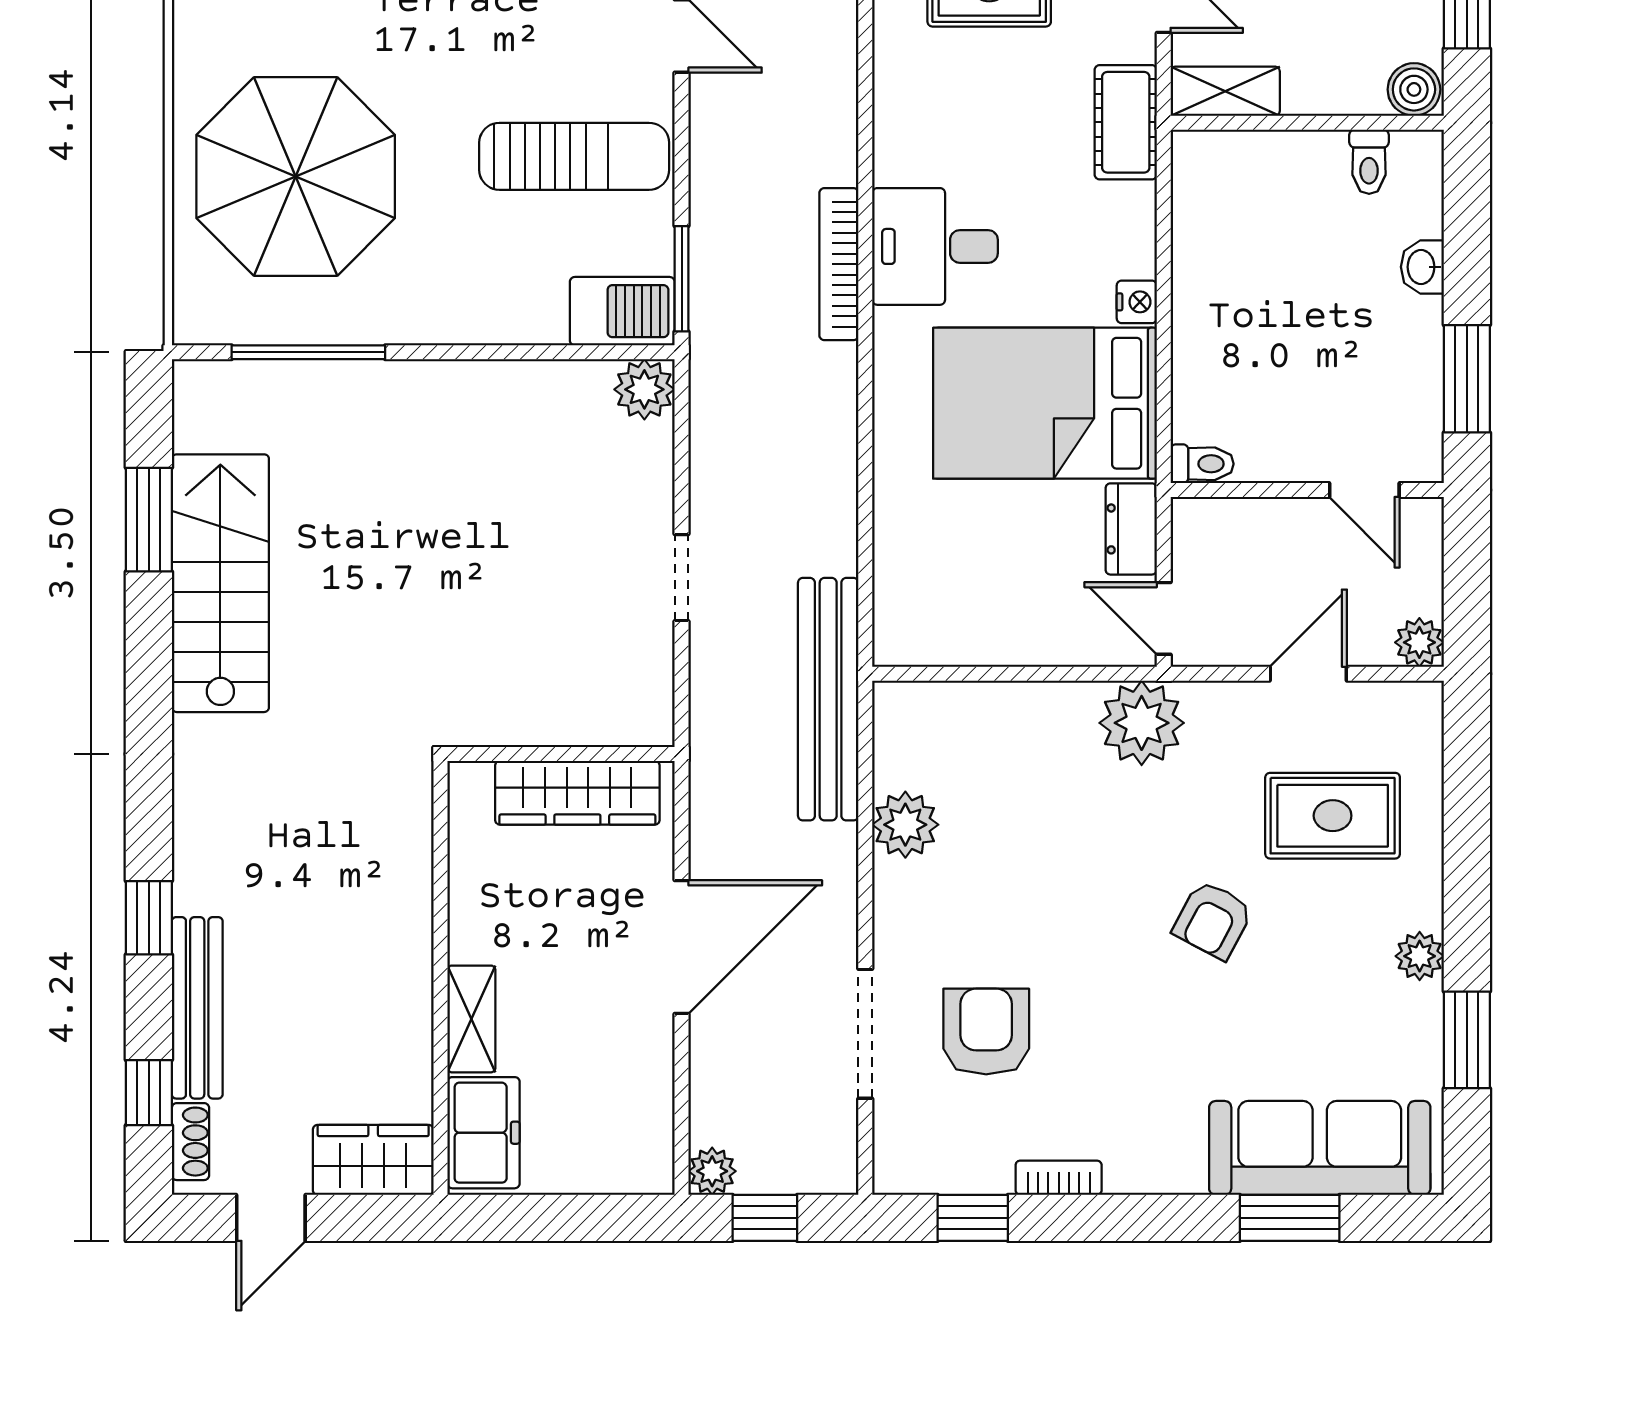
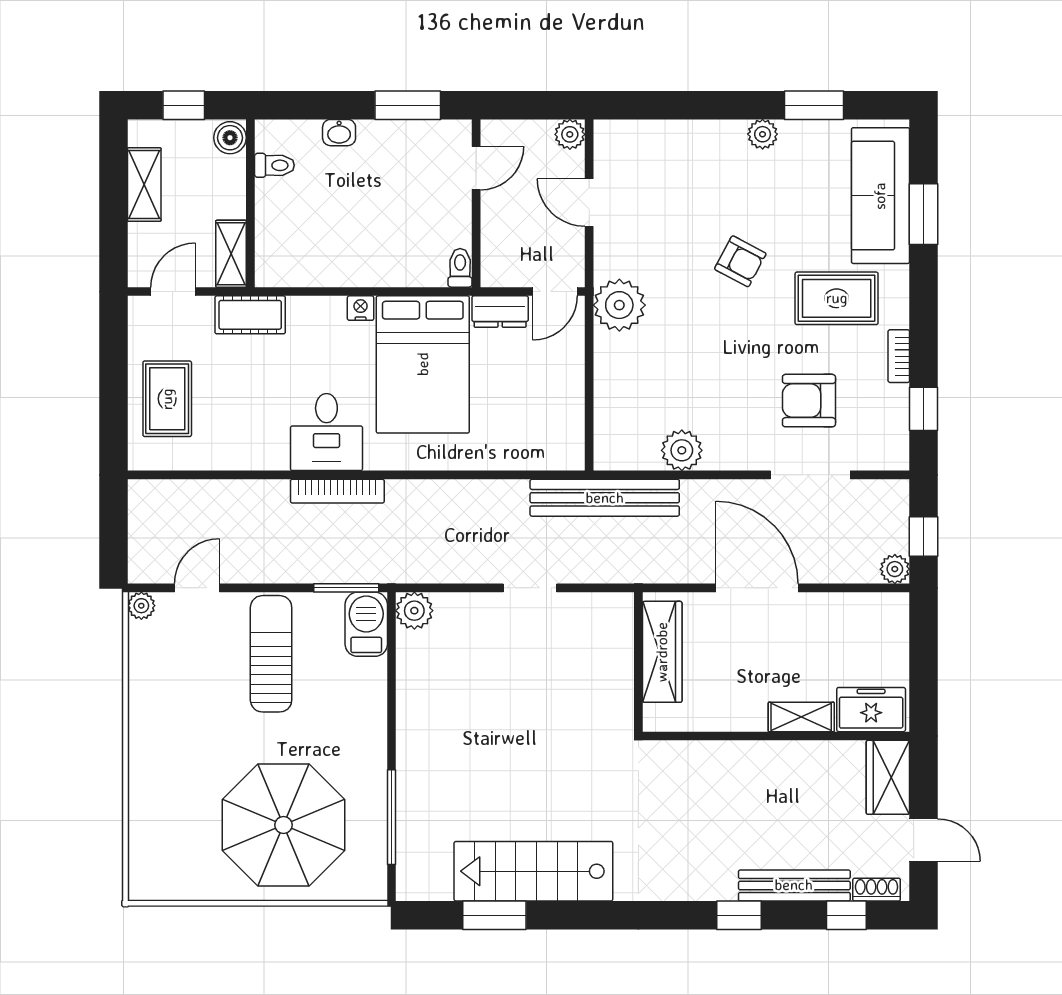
rug: (1333, 816) -> (837, 298), moved, turned 90

